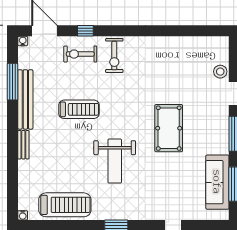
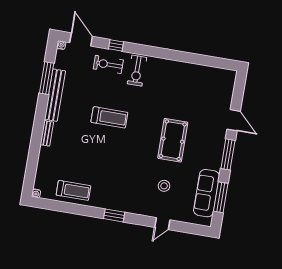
stool: (220, 72) -> (164, 186), moved
treadmill: (79, 109) -> (109, 117), moved
weight bench: (115, 161) -> (122, 160), removed
treadmill: (65, 205) -> (73, 190), width x0.73, depth x0.73

